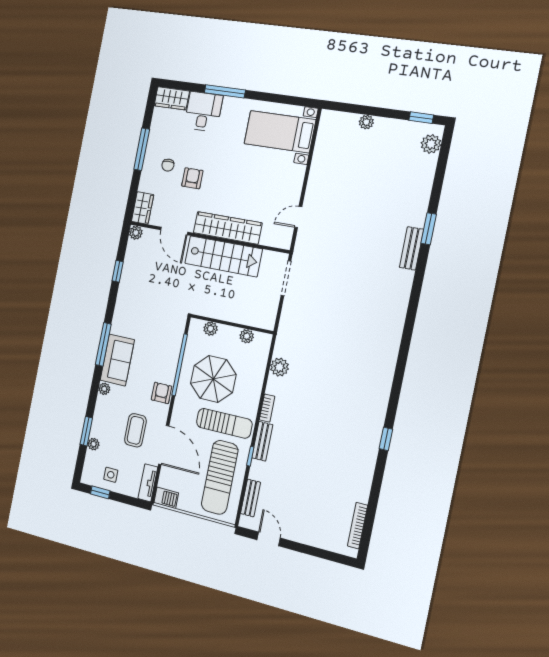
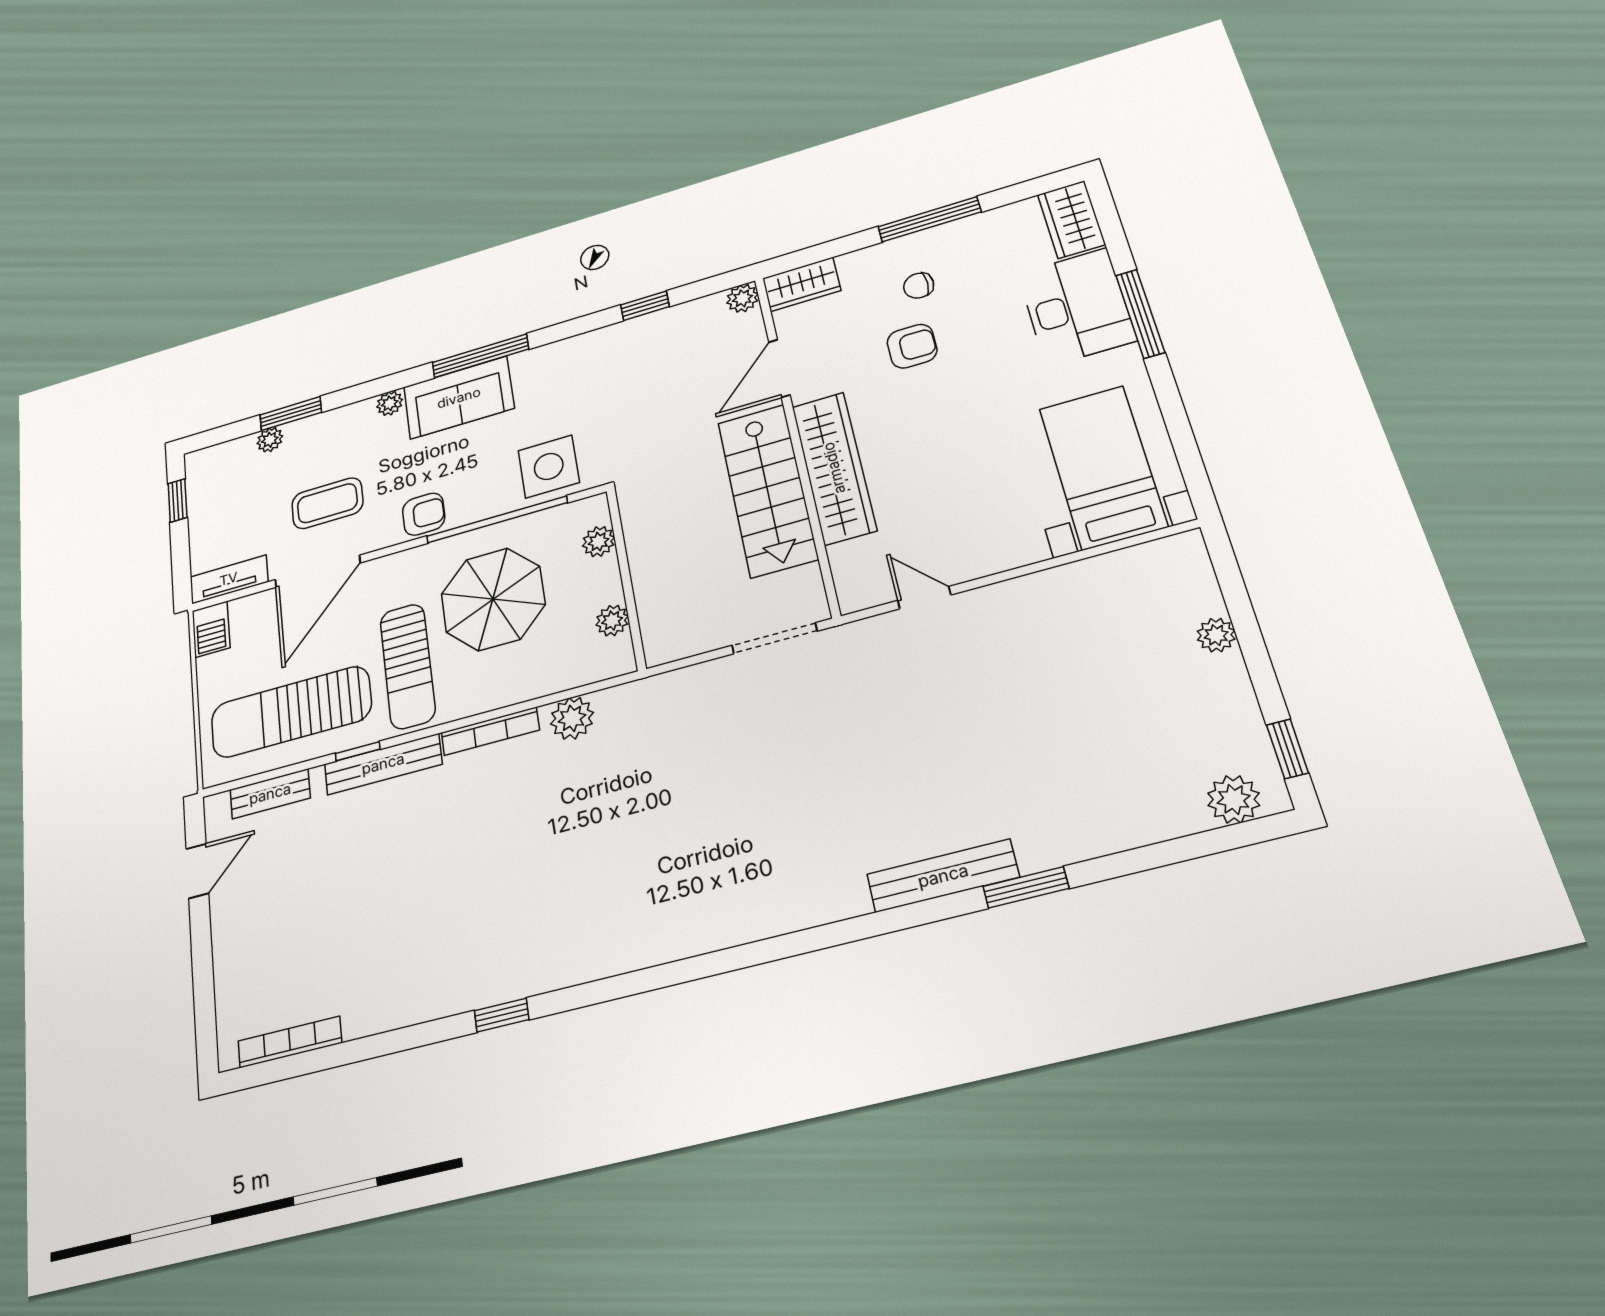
desk: (203, 112) -> (1077, 307), width x1.37
bench: (412, 248) -> (943, 876), width x1.36
bookcase: (267, 408) -> (490, 731), width x1.56
bench: (262, 441) -> (383, 764), width x1.36
side table: (111, 475) -> (549, 466), moved, width x1.87, depth x1.87

